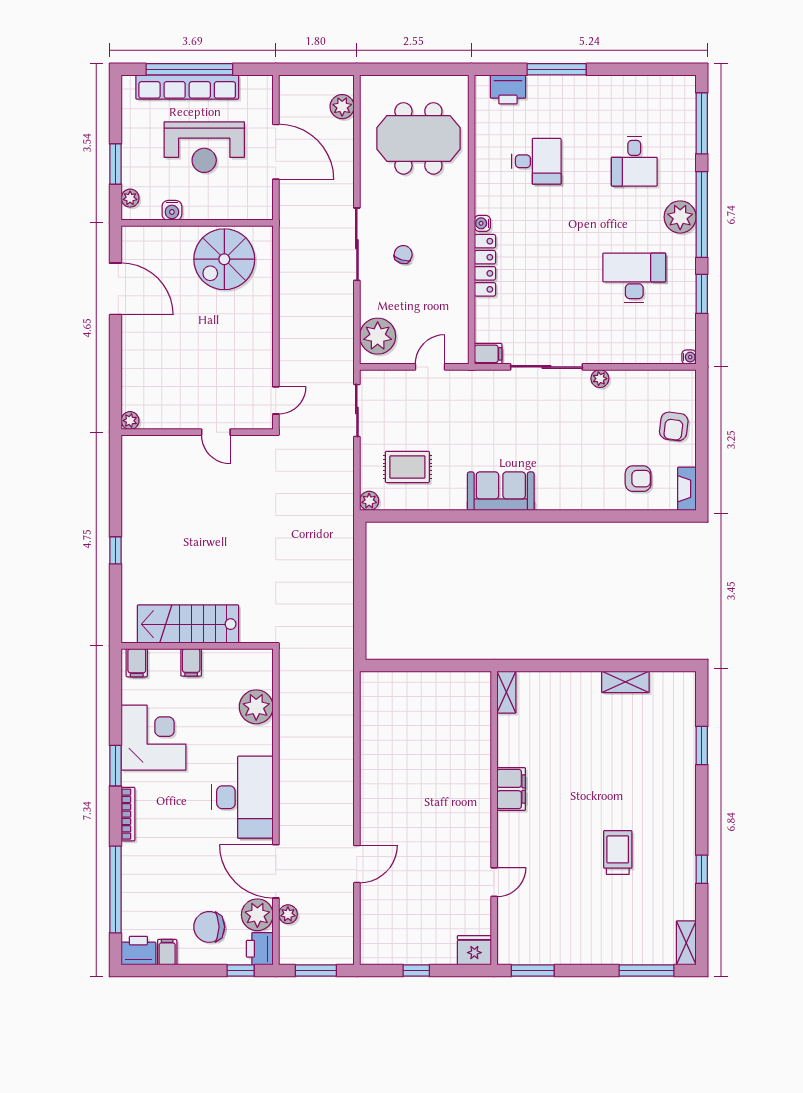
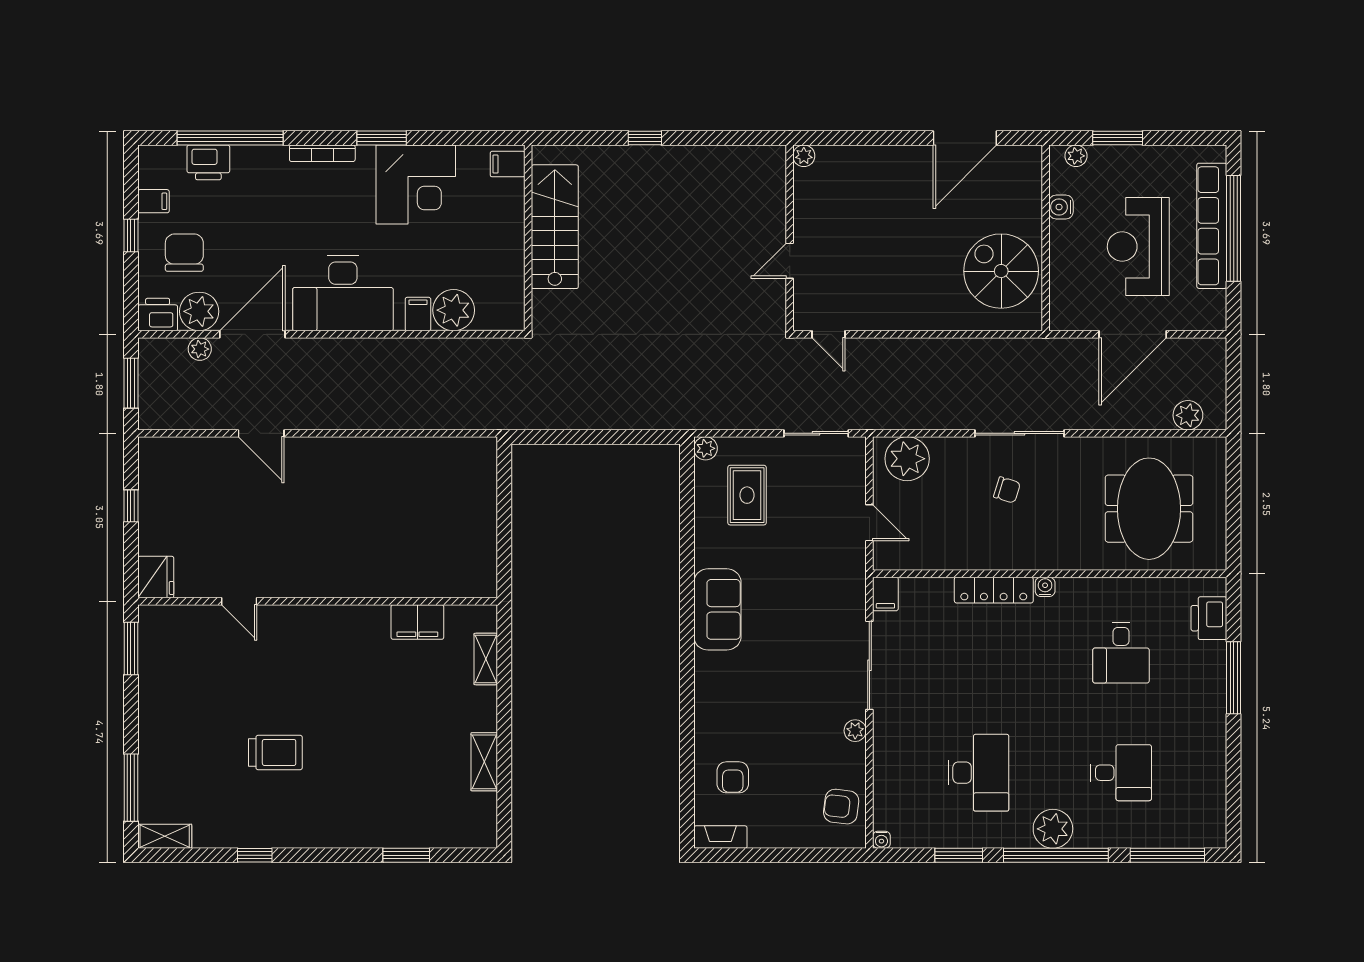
desk: (634, 161) -> (1121, 773), turned 180
armchair: (674, 426) -> (841, 807), moved
filing cabinet: (191, 662) -> (418, 314), moved, turned 90
shelving: (506, 692) -> (486, 659), moved, turned 90
filing cabinet: (511, 789) -> (417, 622), moved
printer: (138, 951) -> (208, 162), moved, turned 90
window: (241, 971) -> (131, 235), moved

